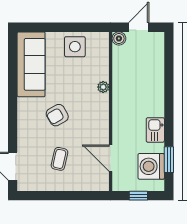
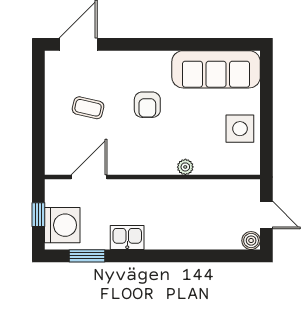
boiler: (119, 38) -> (251, 241), moved
armchair: (57, 115) -> (147, 105), turned -150
washing machine: (151, 166) -> (62, 225), moved, turned 90

